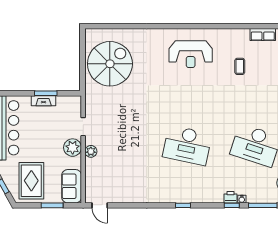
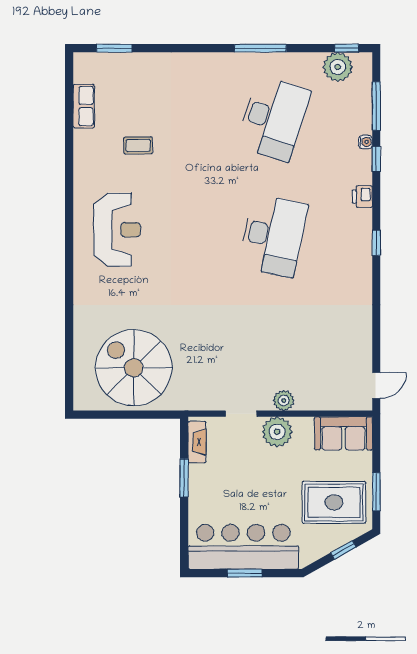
fireplace: (44, 101) -> (197, 442), moved
printer: (230, 197) -> (362, 197), moved
window: (52, 205) -> (376, 492), moved

